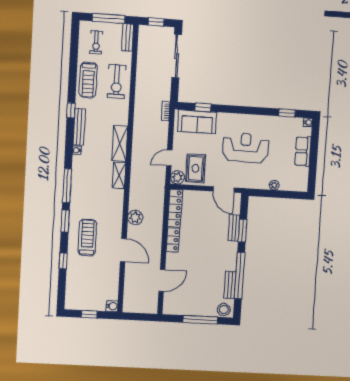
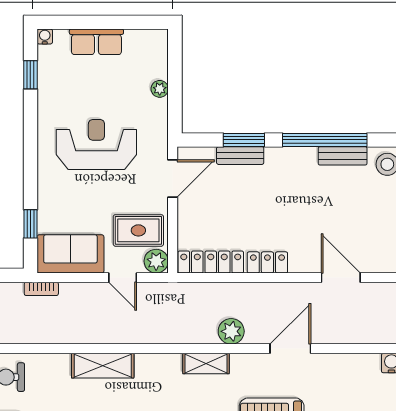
sofa: (197, 122) -> (70, 254), moved, turned -90
reception desk: (245, 148) -> (96, 144), turned 90
shelving: (119, 175) -> (206, 364), moved

